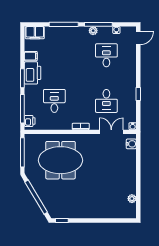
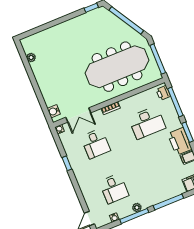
desk: (54, 101) -> (147, 123), width x1.37
desk: (106, 101) -> (96, 144), turned 180
meeting table: (61, 160) -> (117, 67), width x1.36

